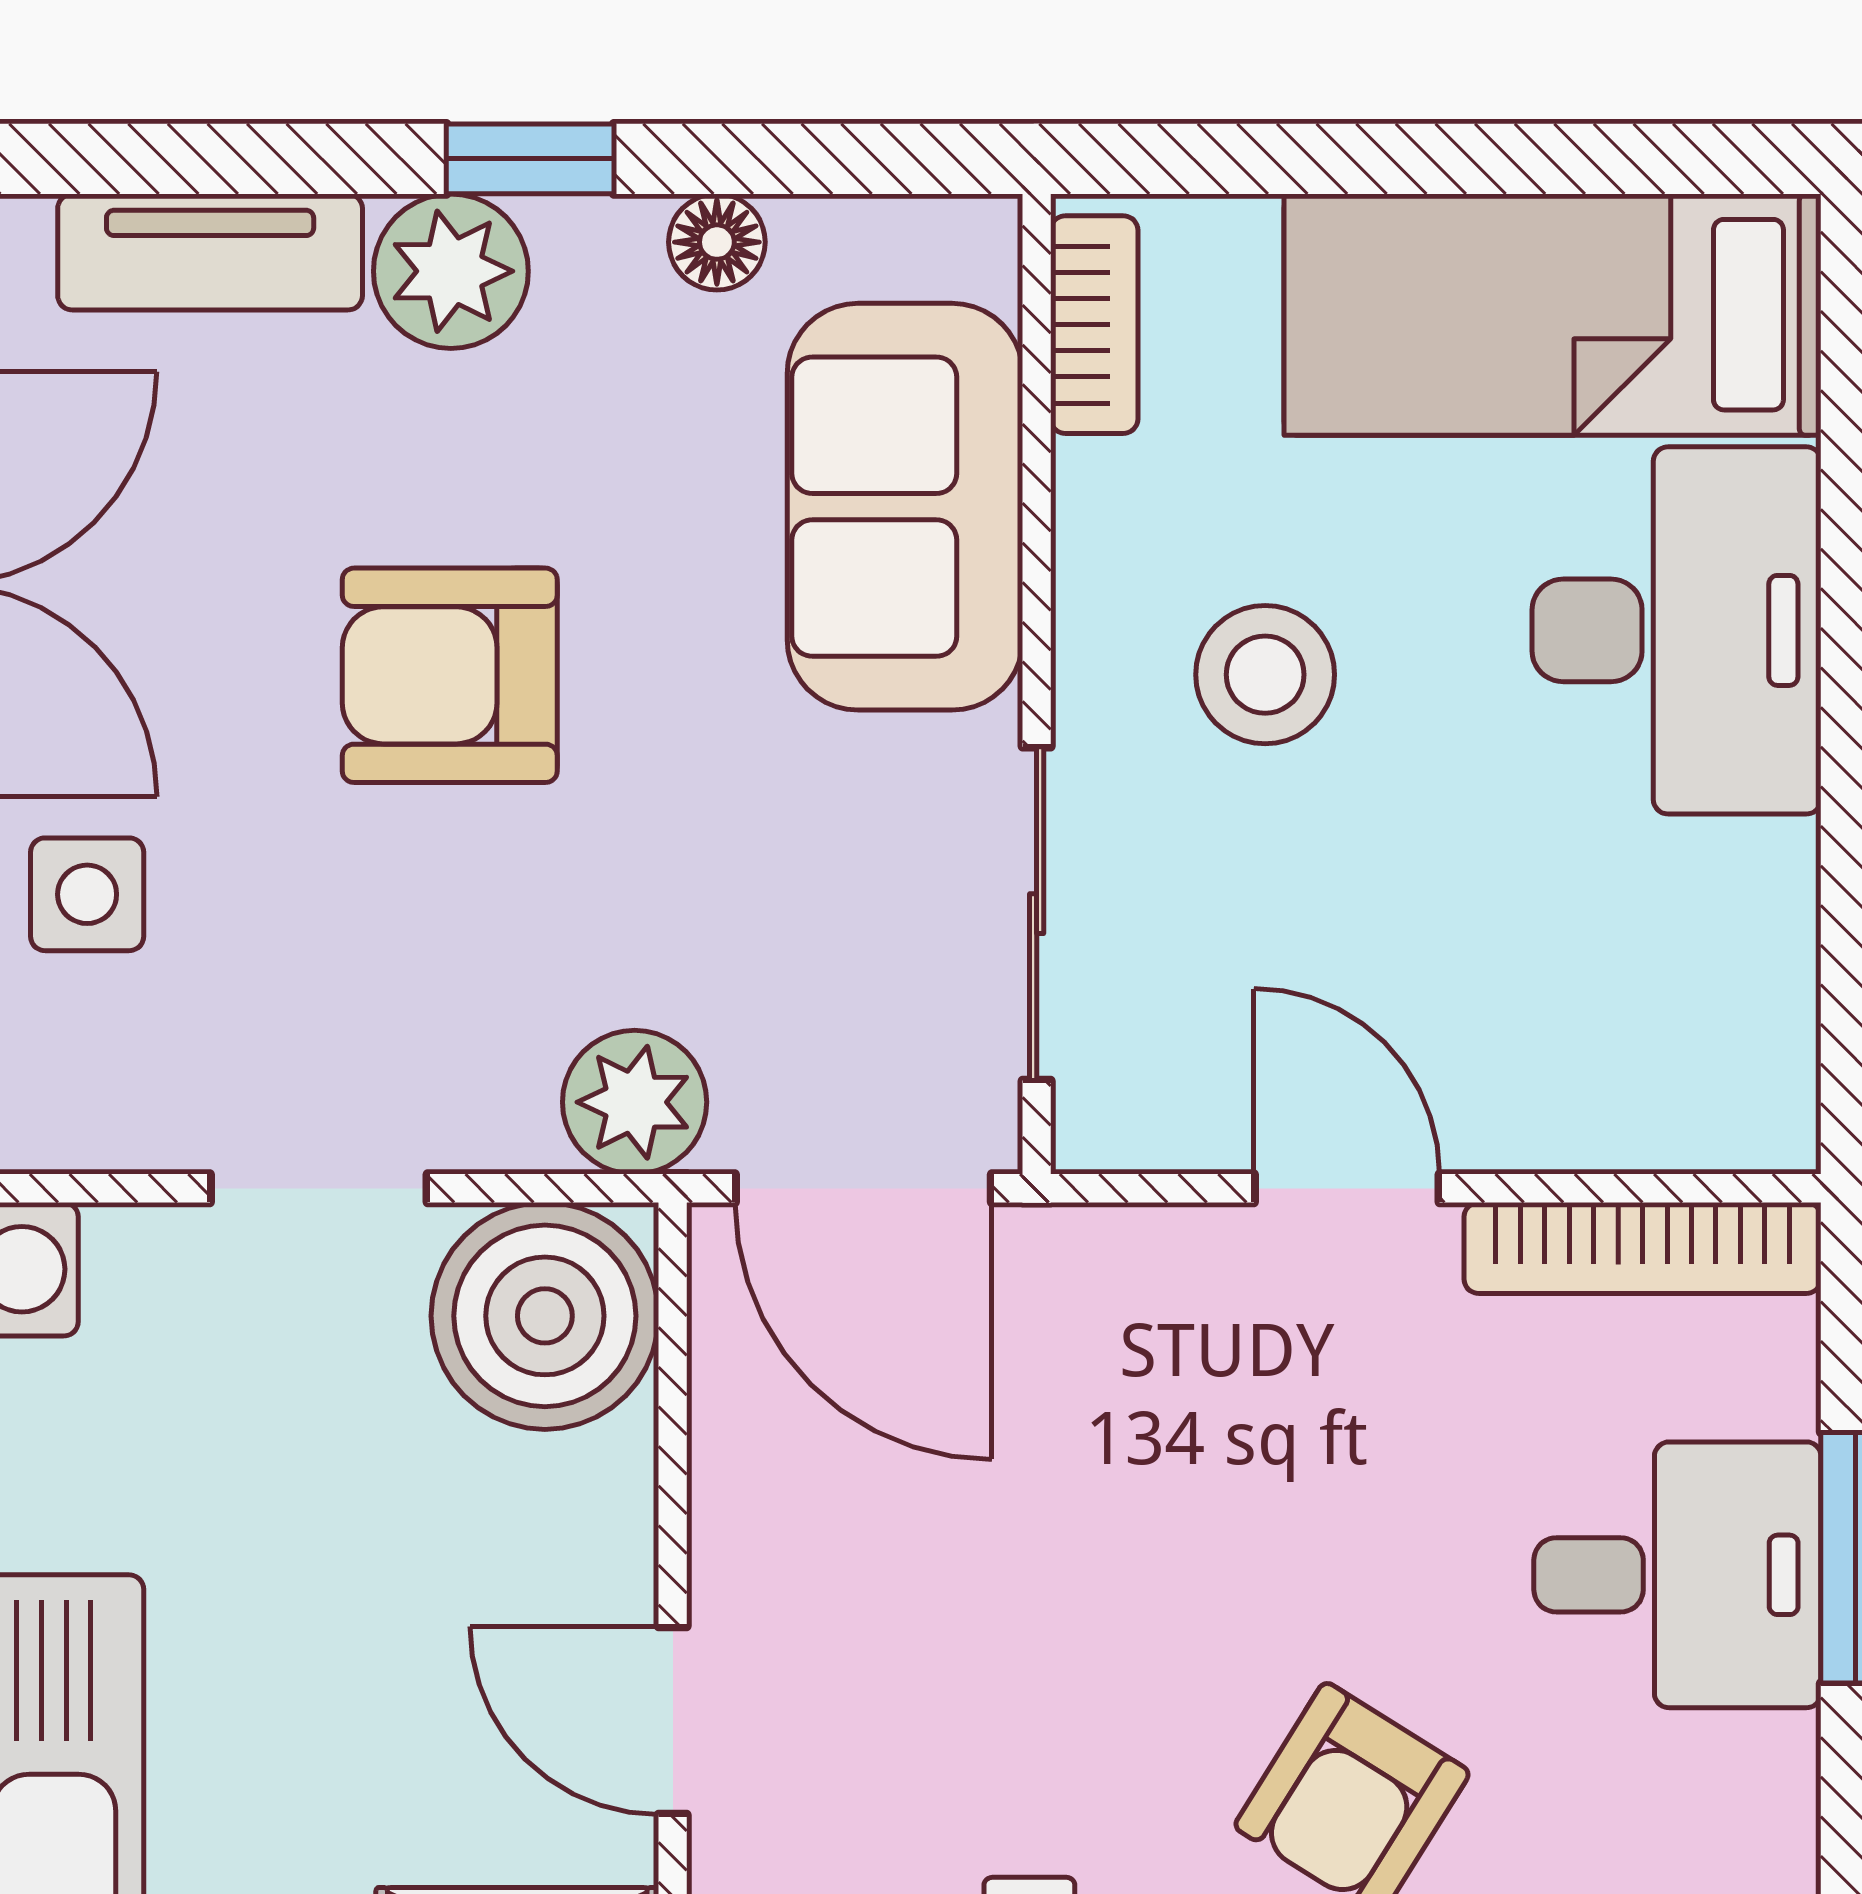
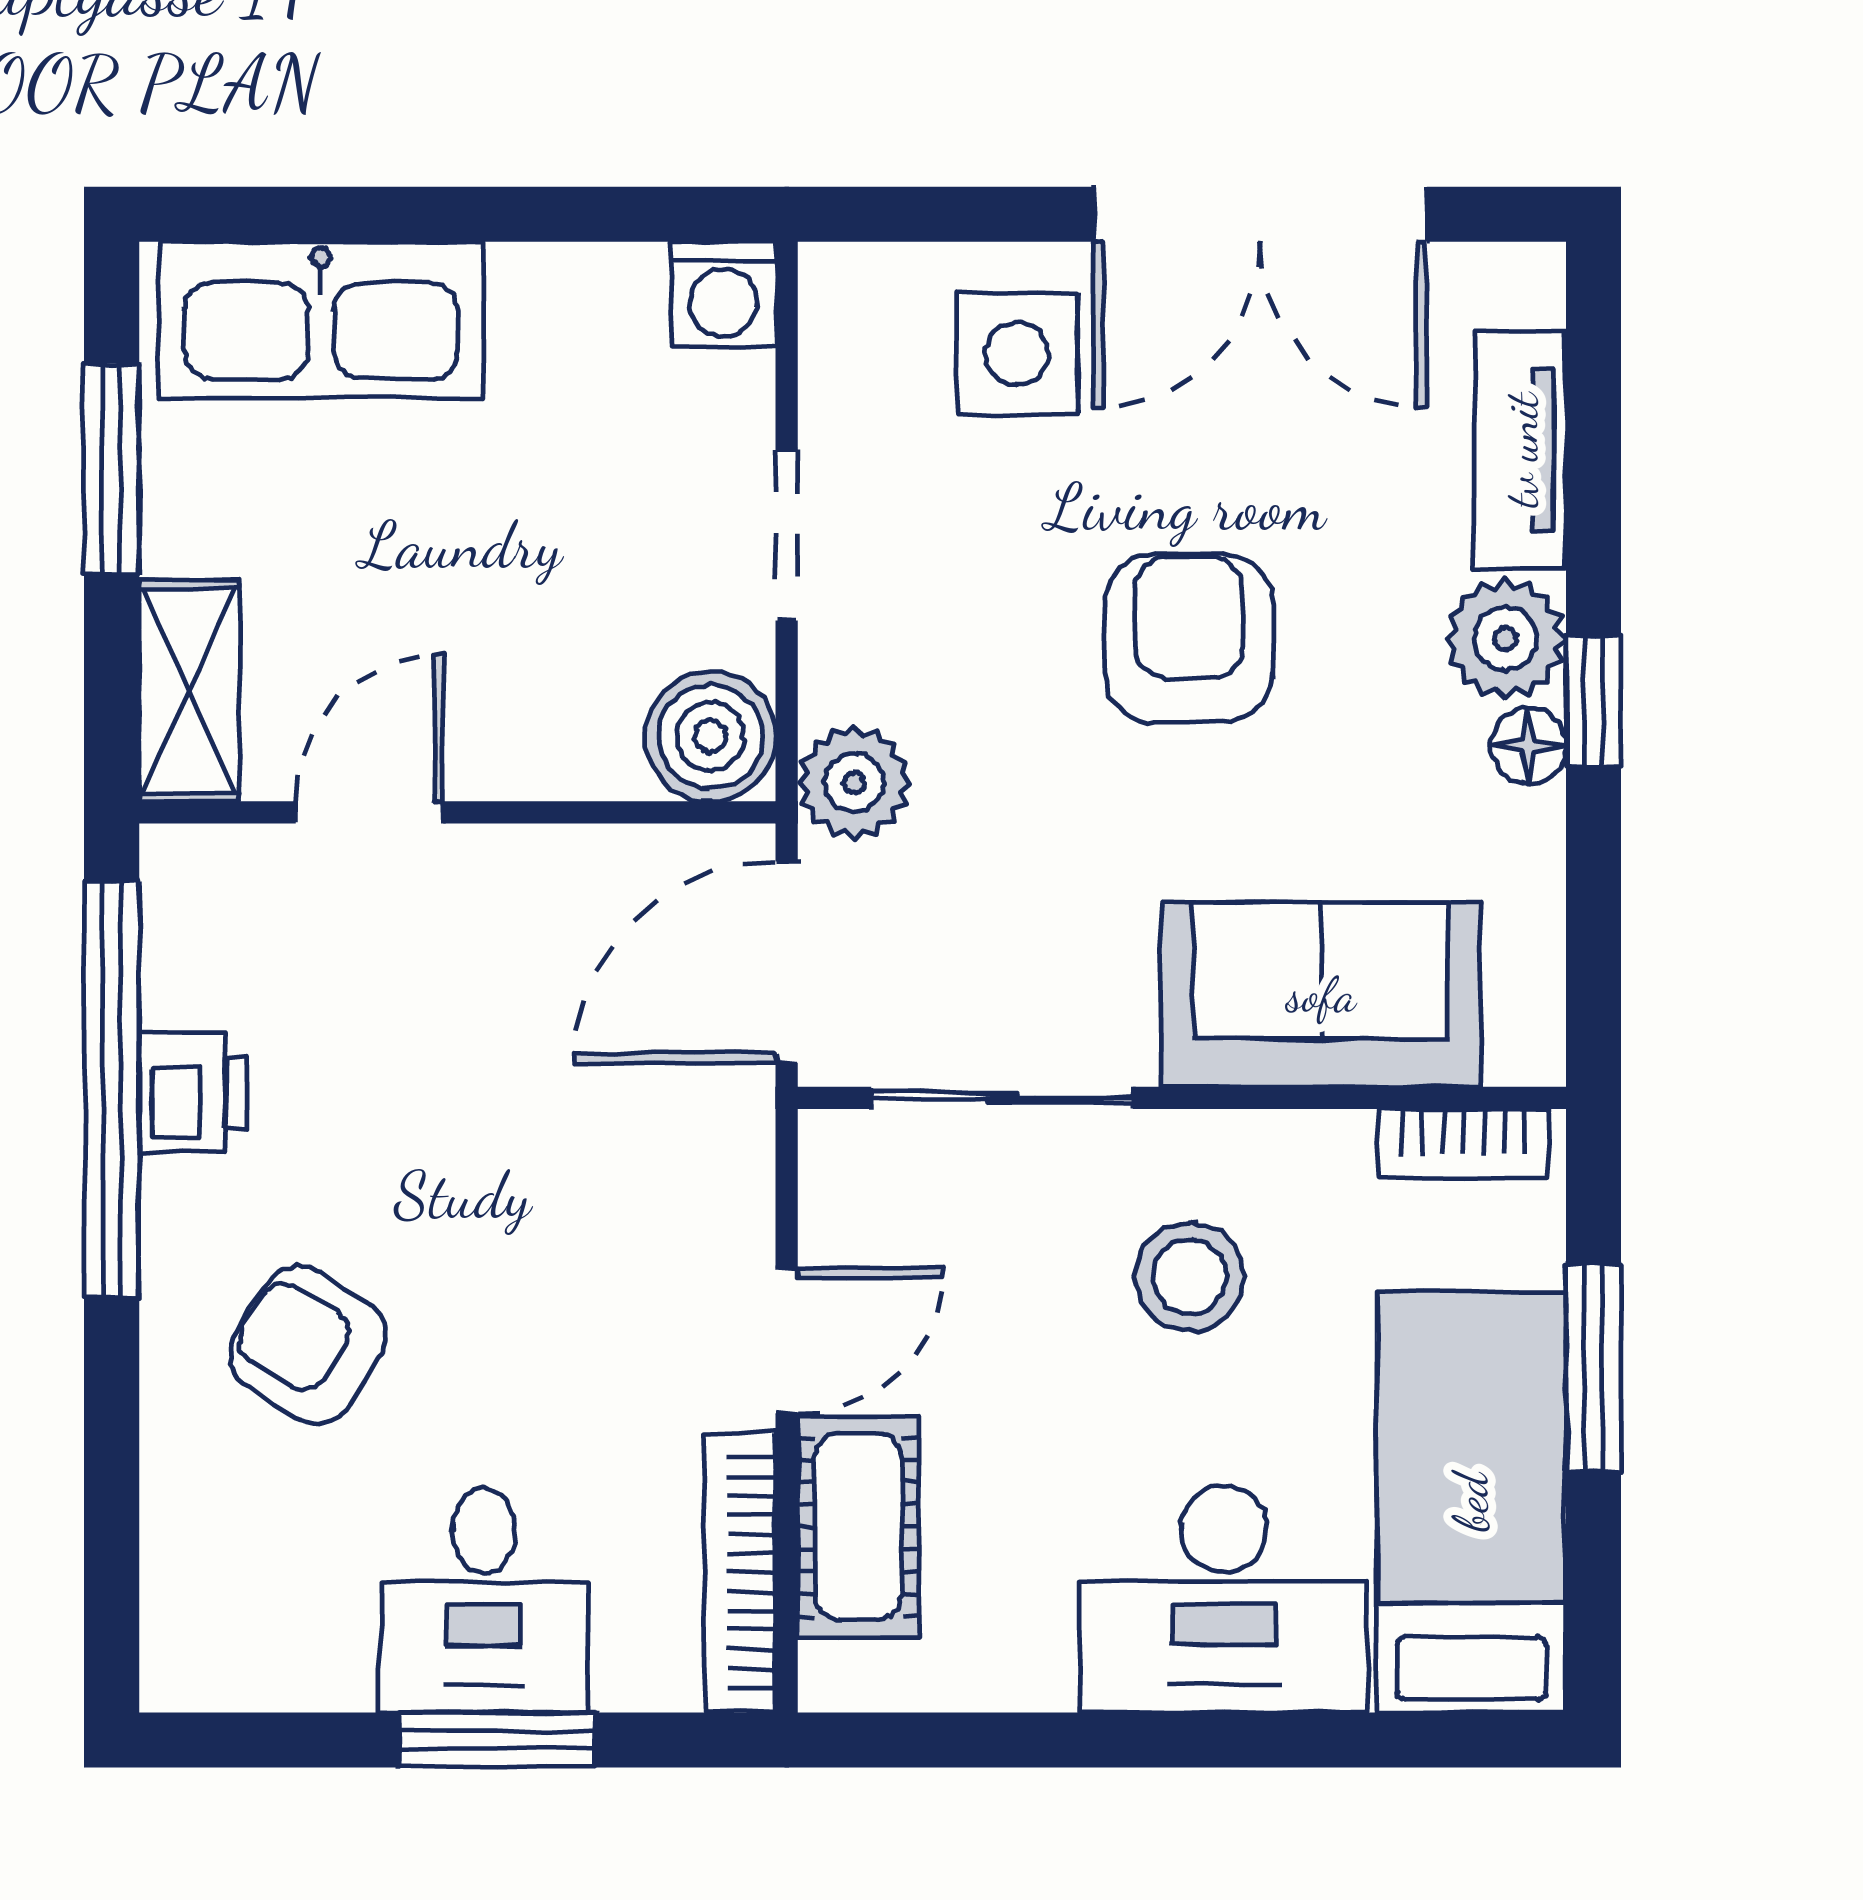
window: (1381, 159) -> (1594, 1368), added
floor lamp: (717, 242) -> (1528, 746), moved
side table: (87, 894) -> (1017, 354), width x1.37, depth x1.37
cot: (1584, 1097) -> (858, 1527), added
boiler: (545, 1316) -> (711, 736), width x0.73, depth x0.73

